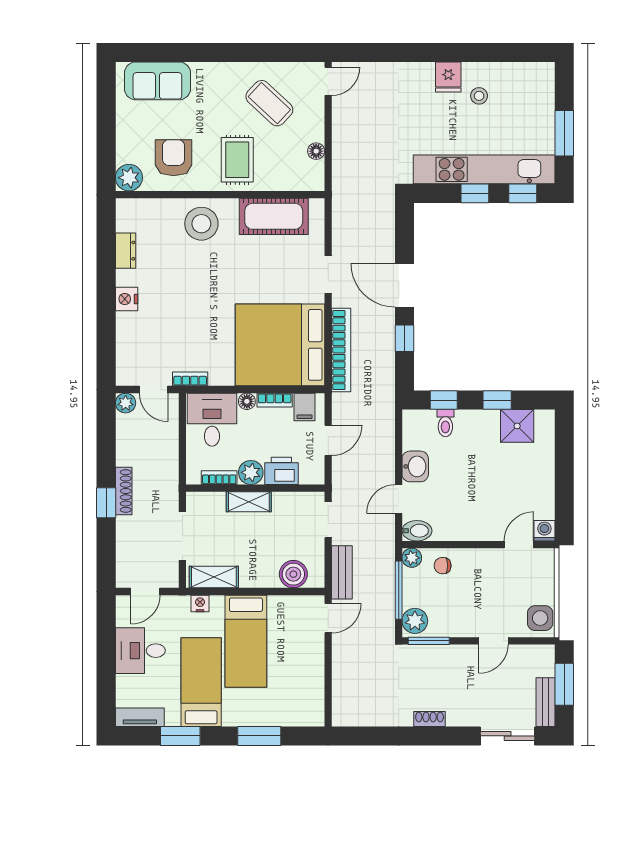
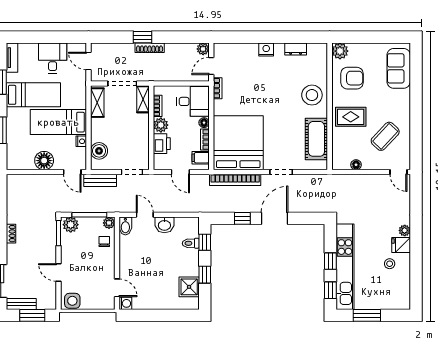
plant: (424, 71) -> (405, 230), added
shelving: (249, 502) -> (143, 99), moved
nightstand: (200, 603) -> (81, 141), moved
floor lamp: (309, 665) -> (44, 161), added

